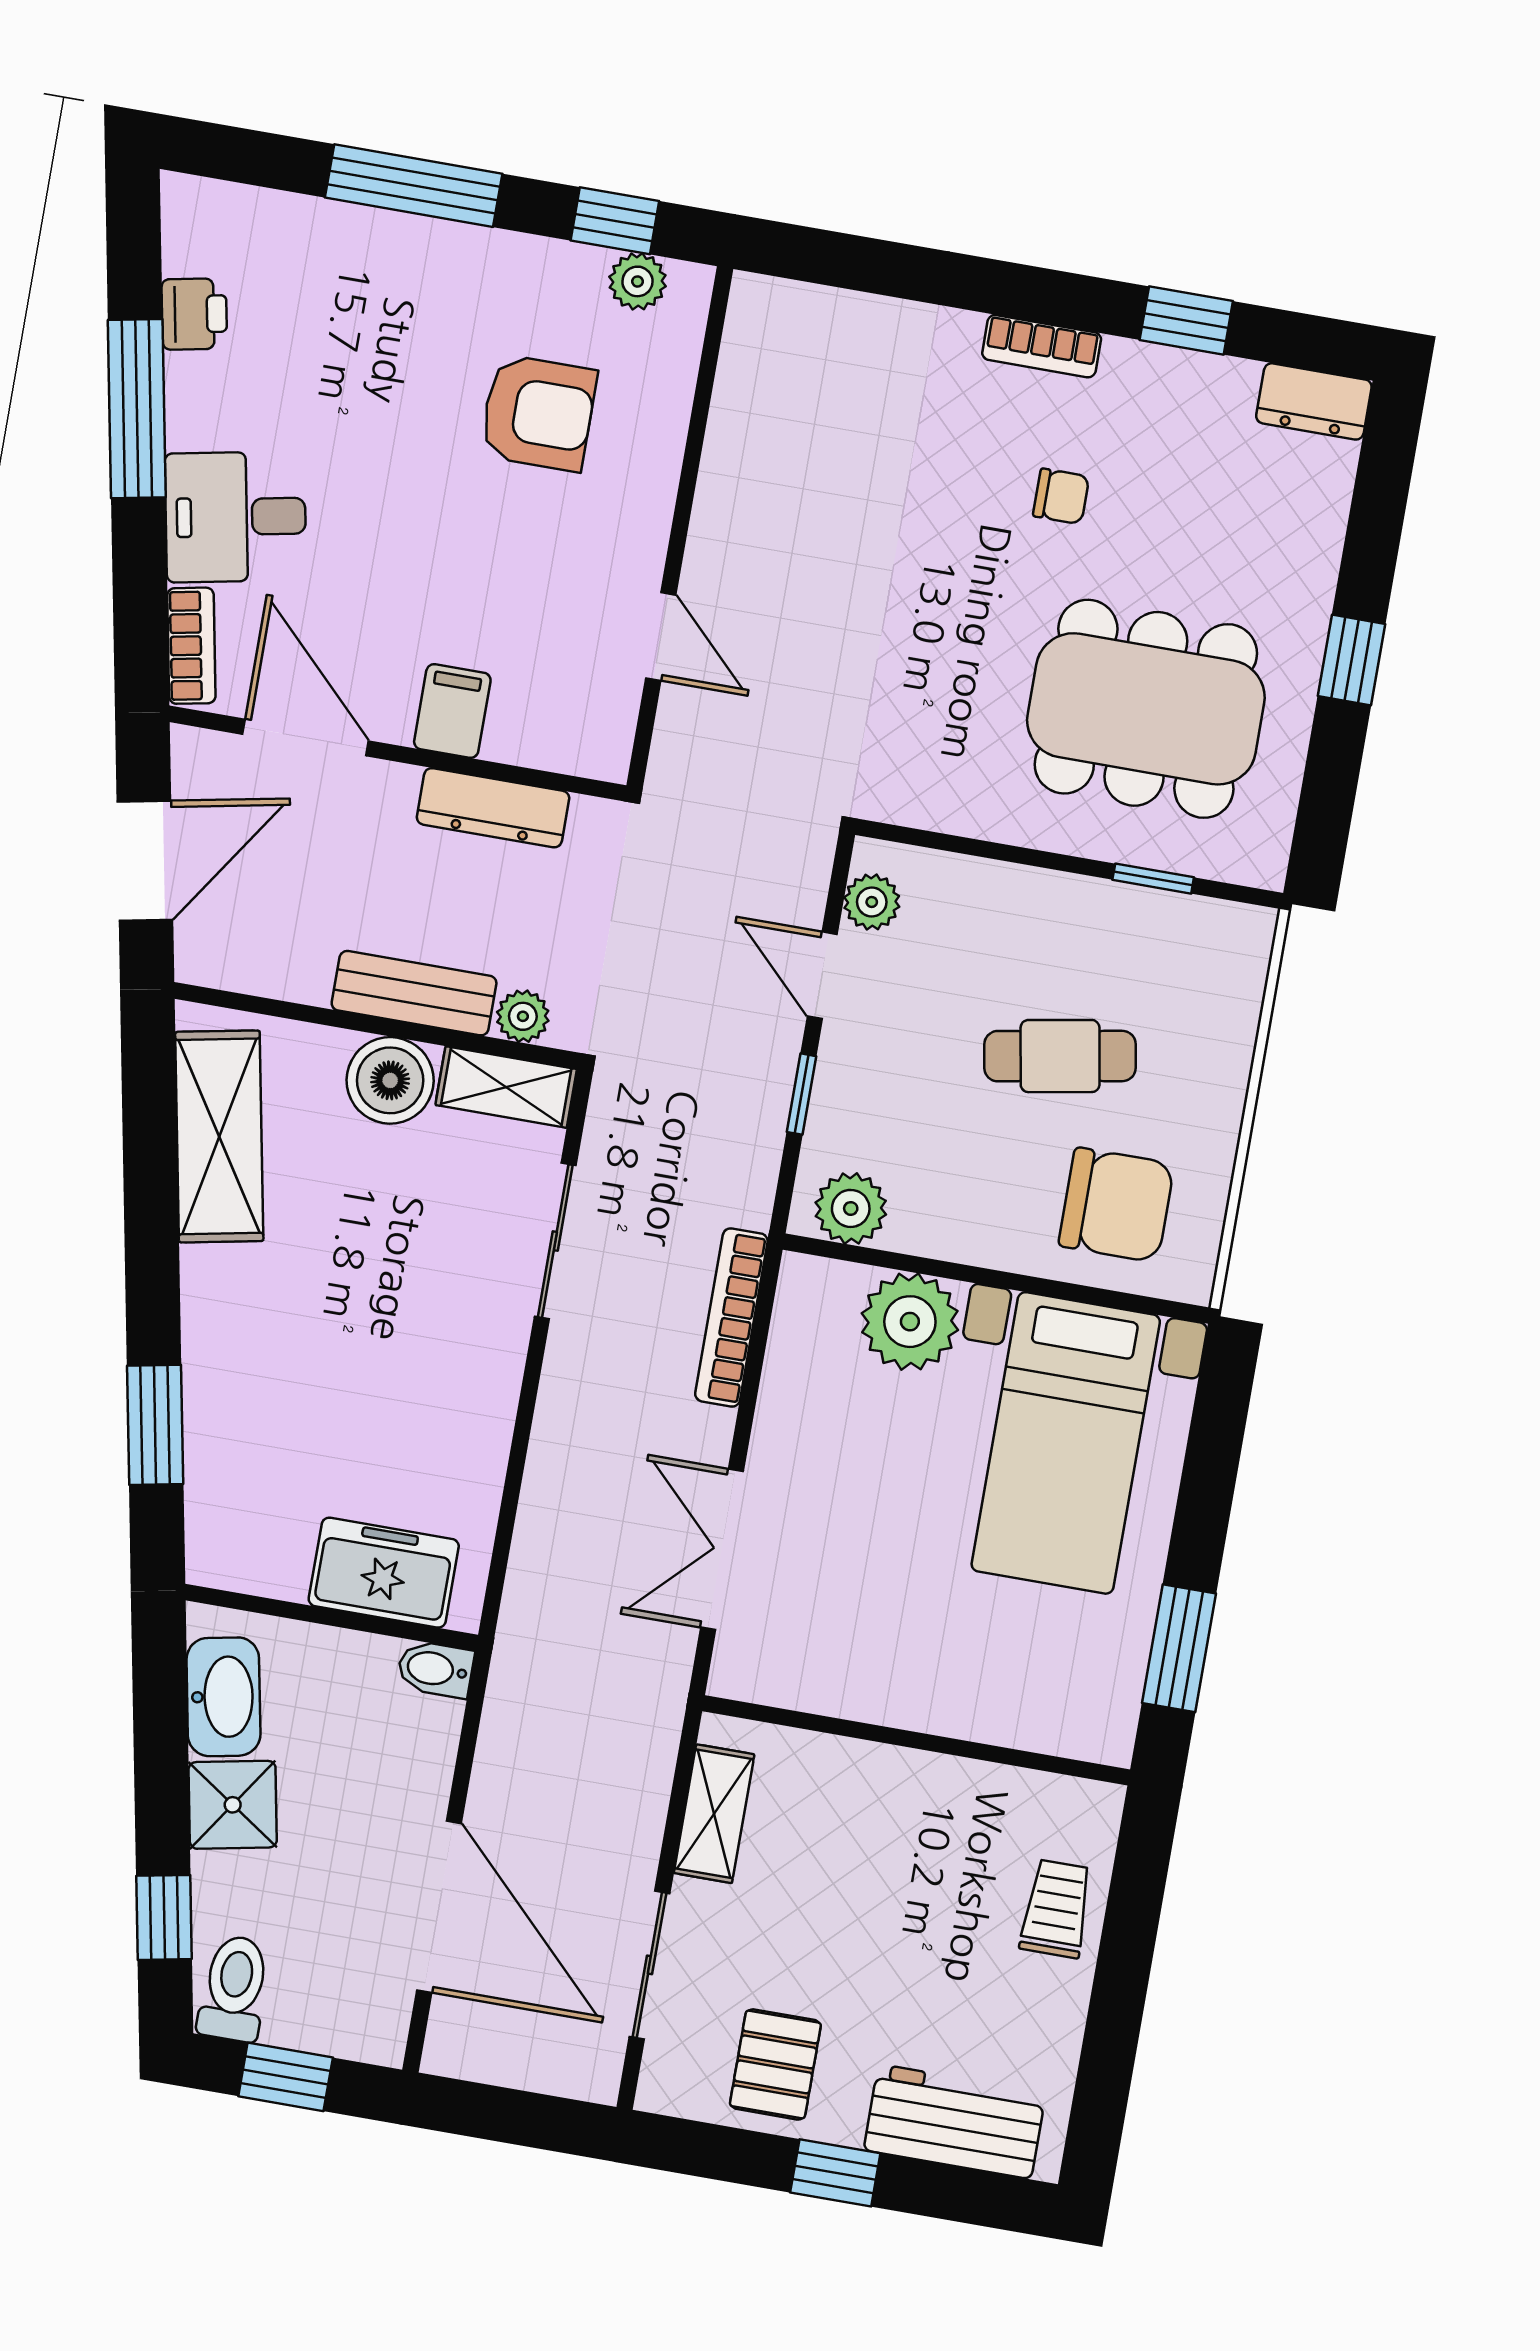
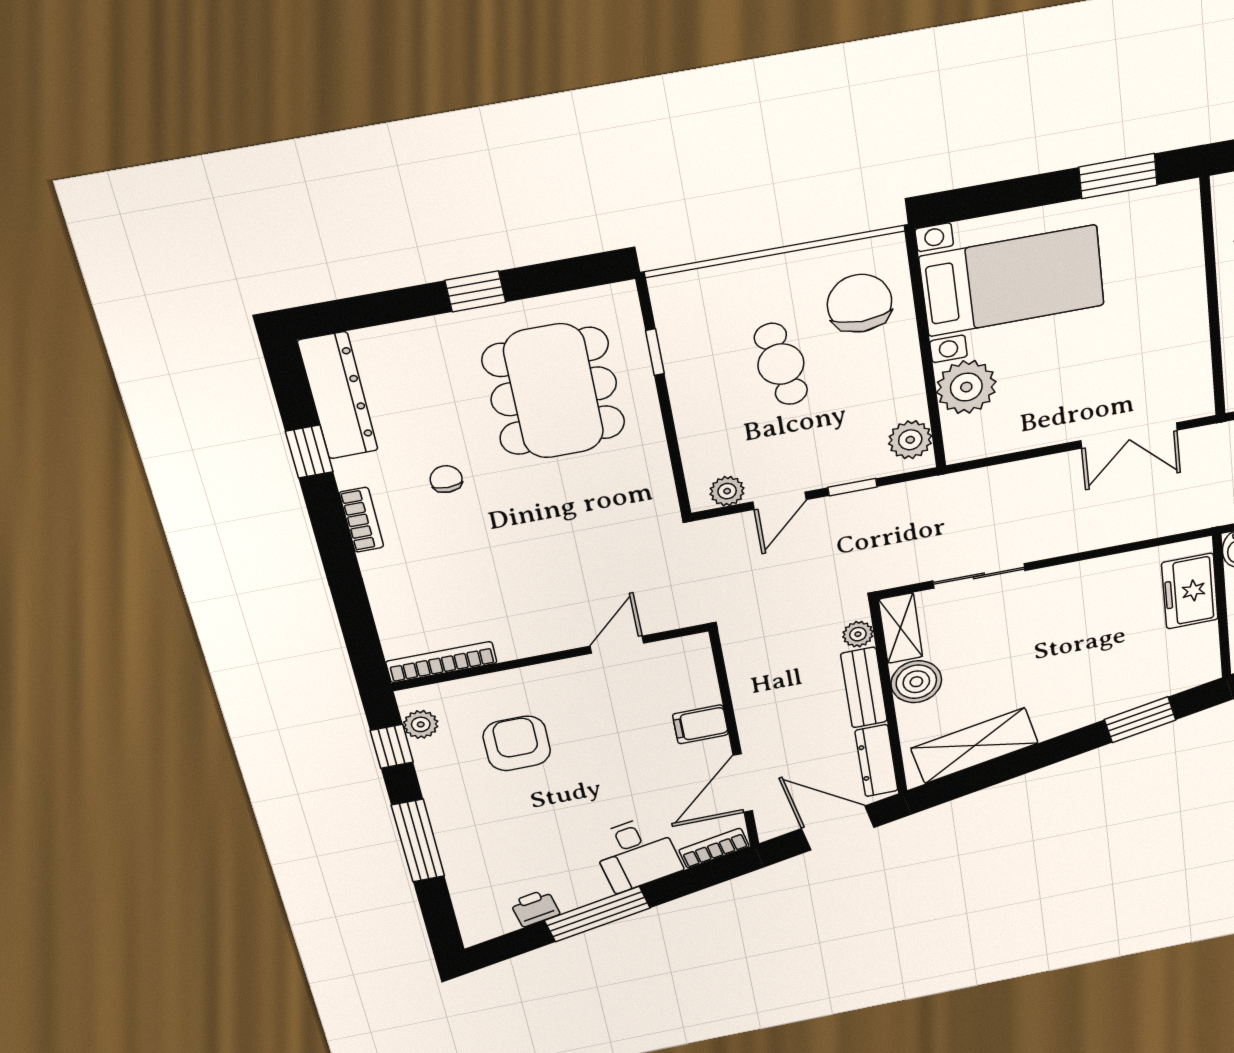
dresser: (1314, 401) -> (338, 396), width x1.96, depth x1.24
dresser: (493, 808) -> (877, 761), moved, turned 180
bookcase: (731, 1317) -> (441, 662), moved, turned 180

